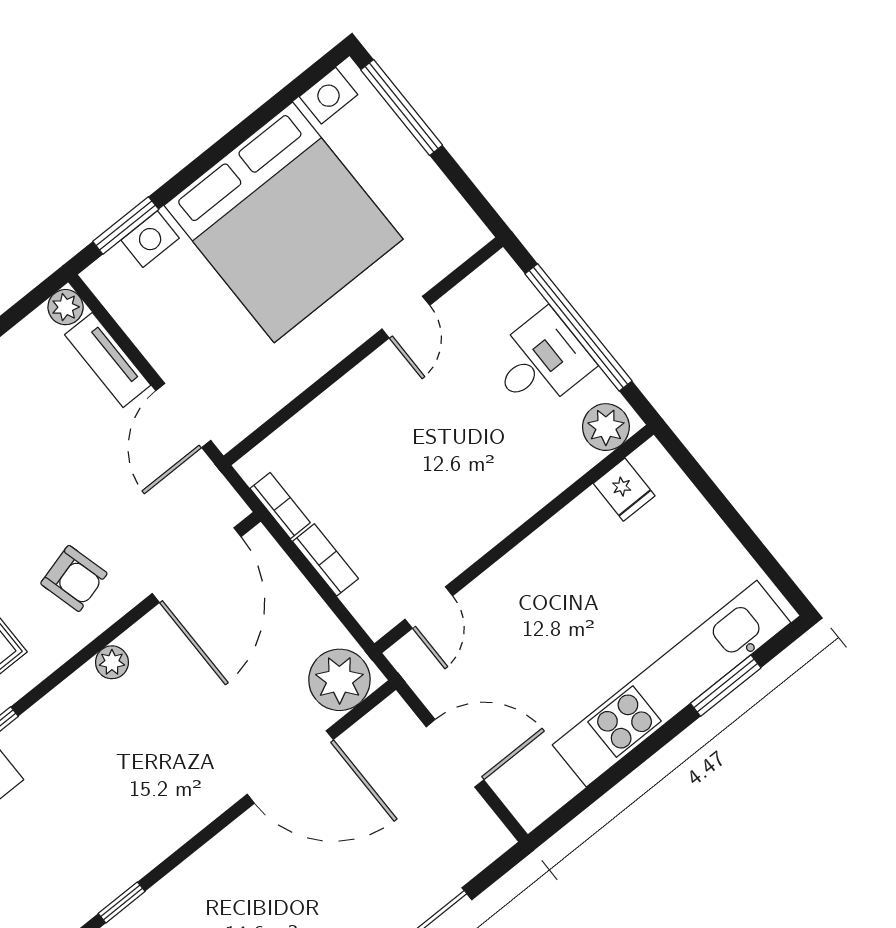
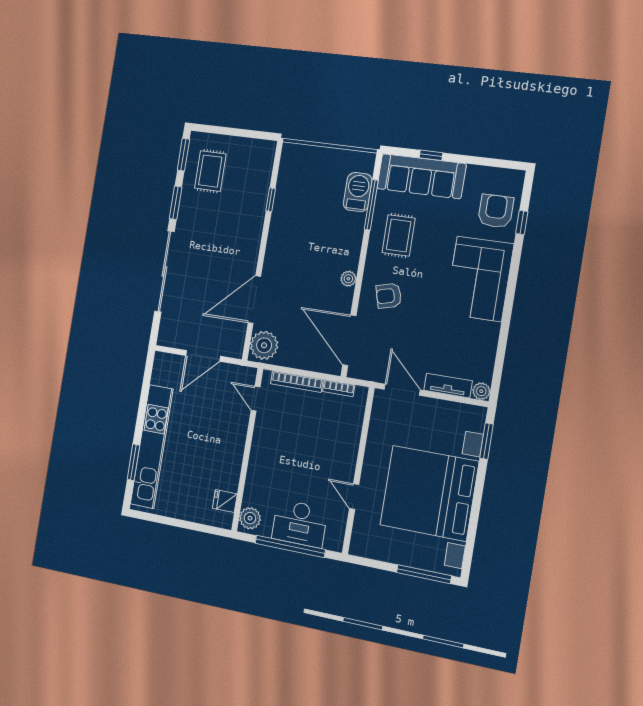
desk: (540, 362) -> (300, 523), width x1.37
bookcase: (325, 560) -> (297, 382), width x1.56

